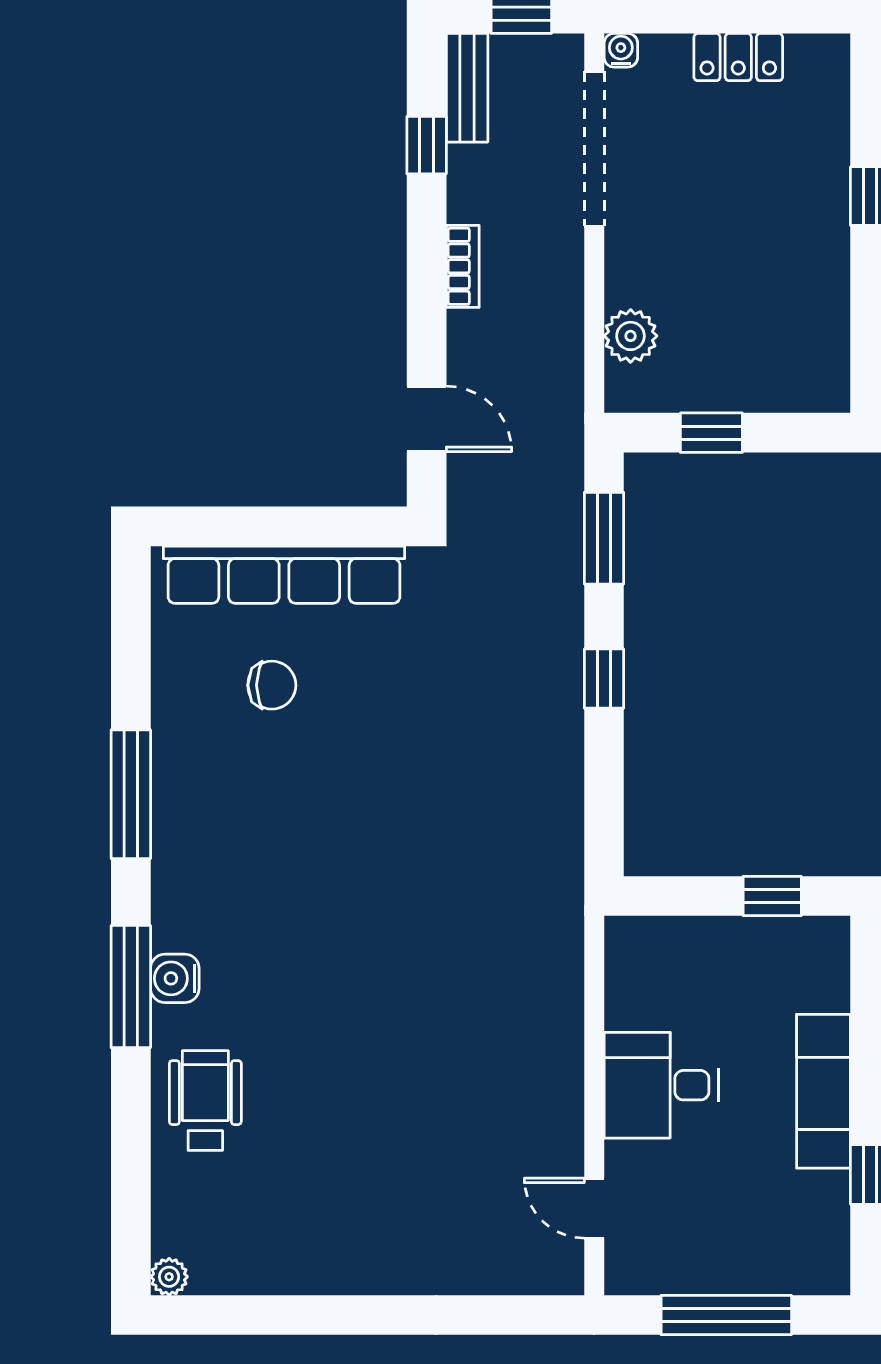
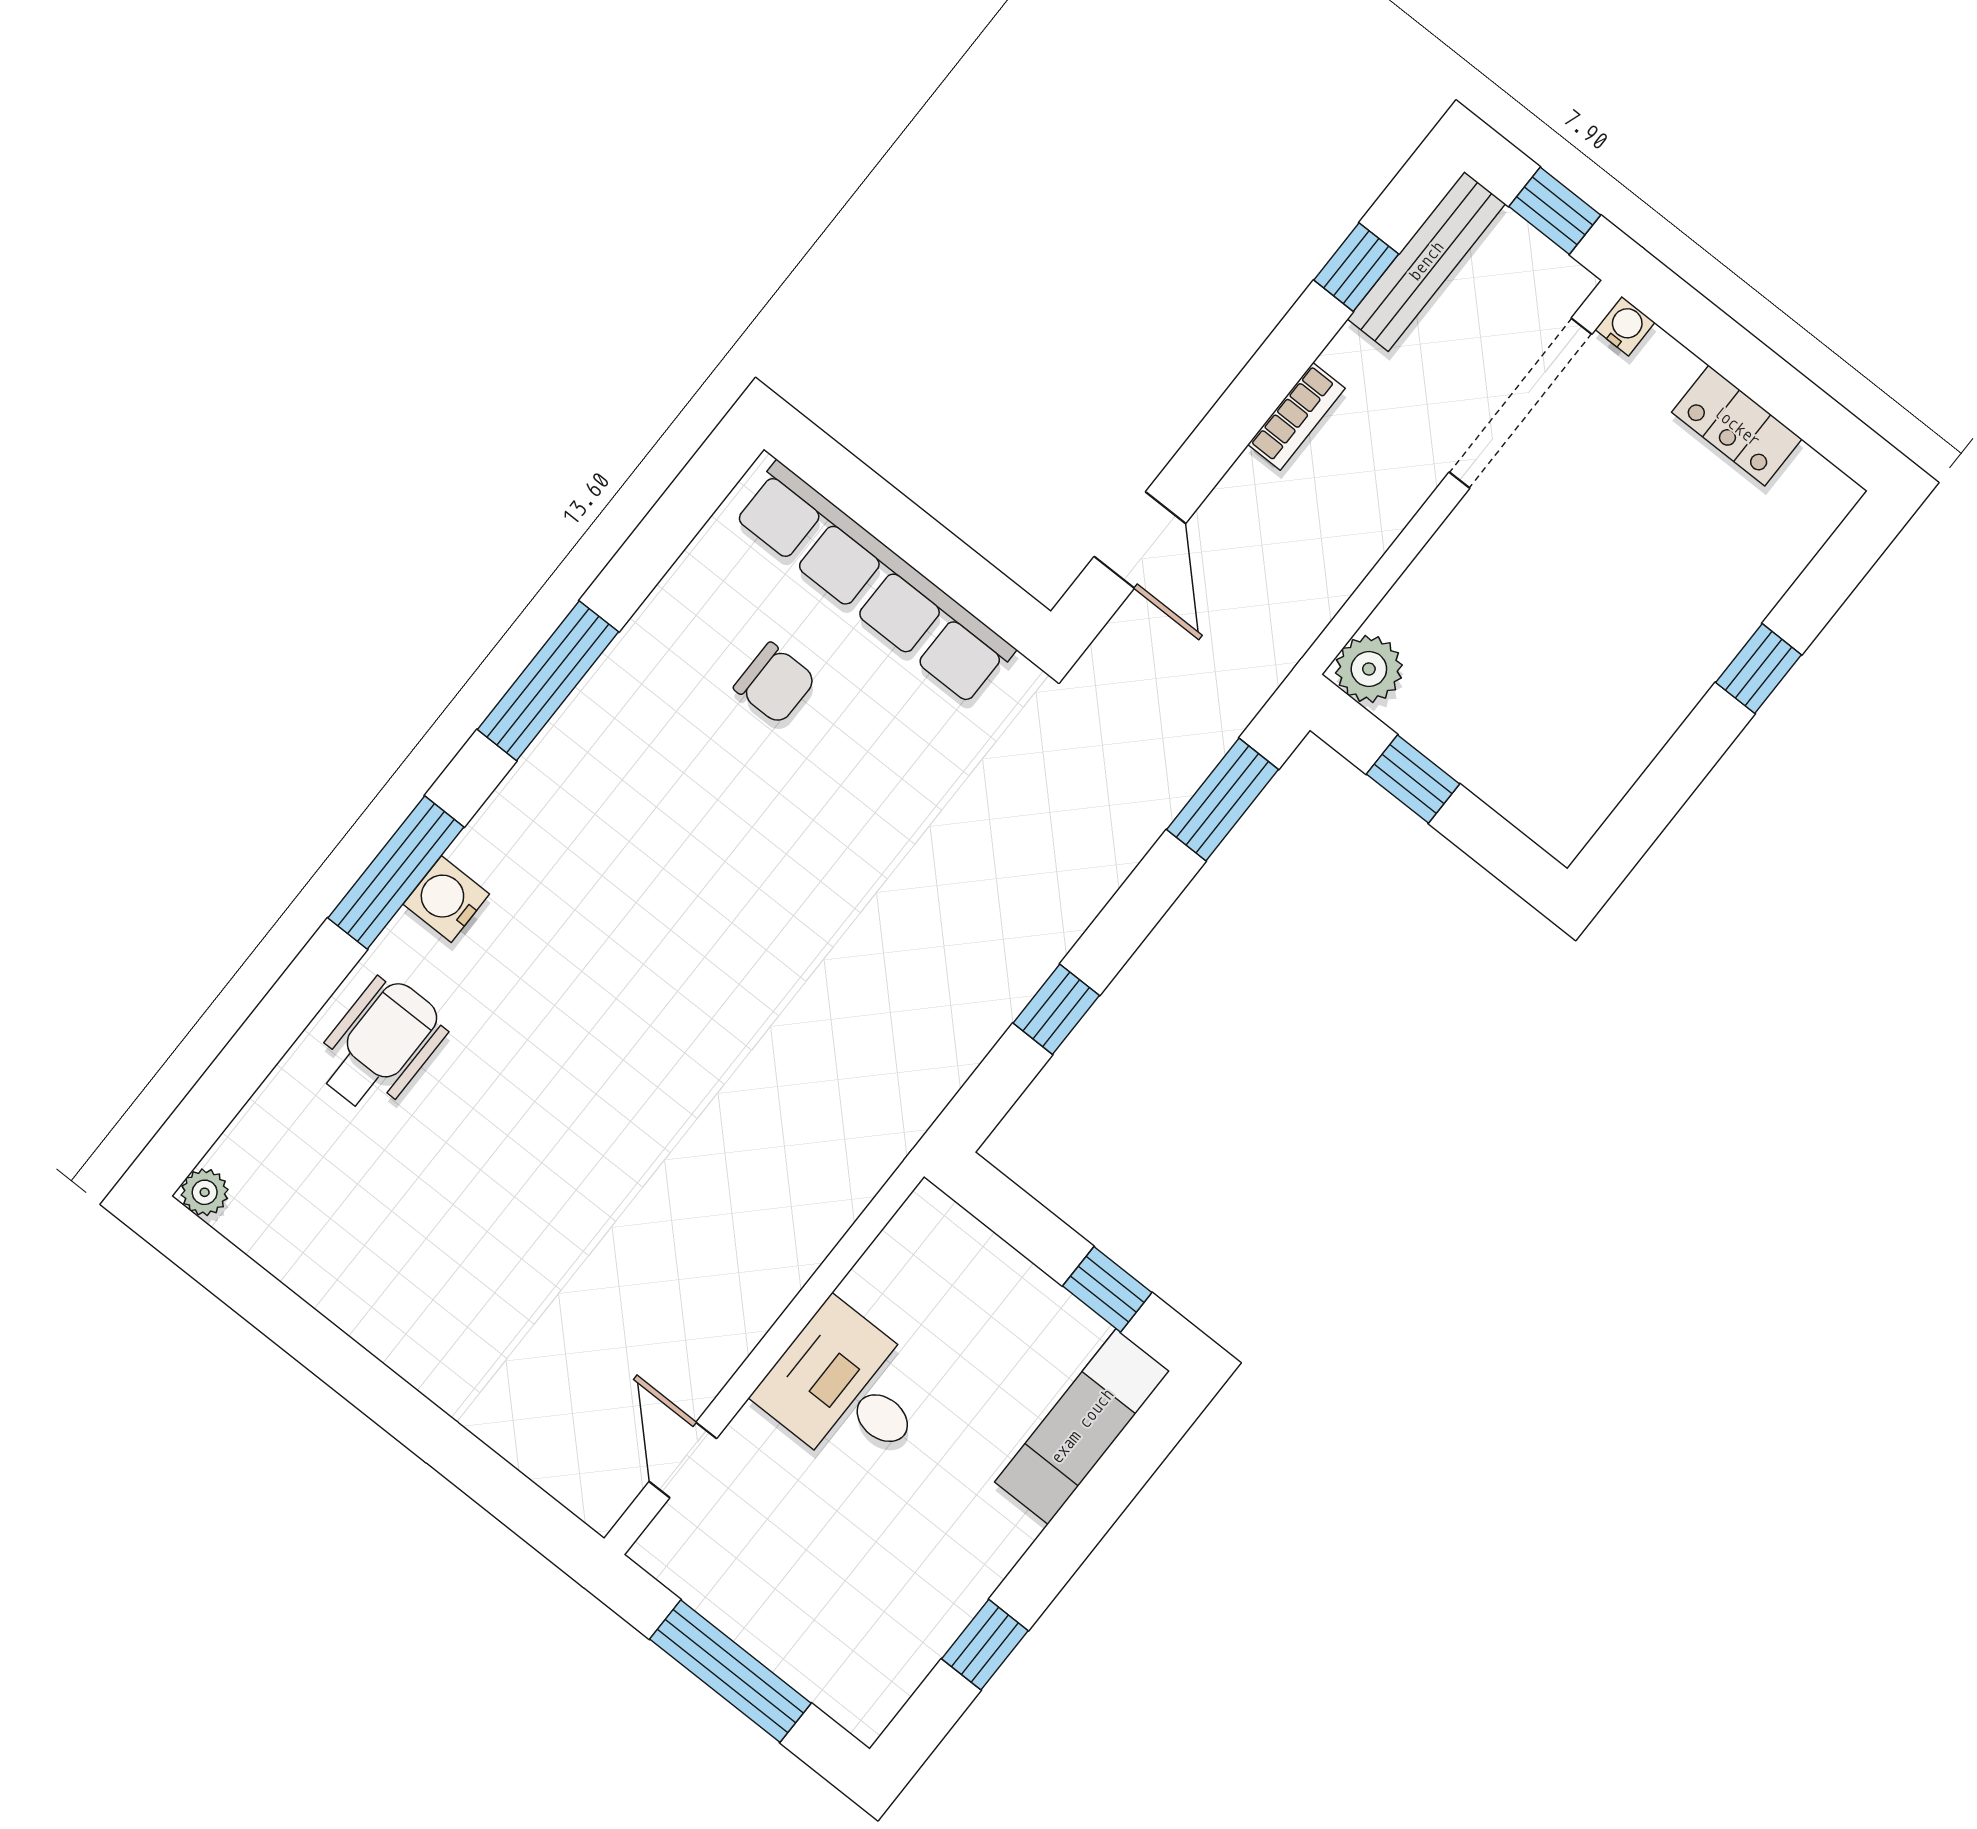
bench: (467, 88) -> (1426, 261), width x1.36
plant: (631, 336) -> (1369, 669), moved
window: (604, 679) -> (1056, 1009), moved
exam couch: (824, 1091) -> (1082, 1426), moved

